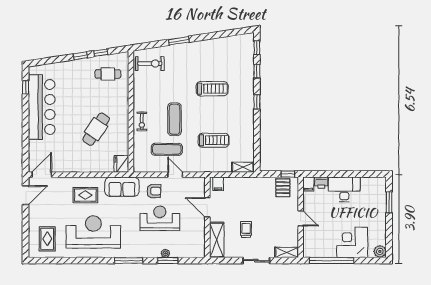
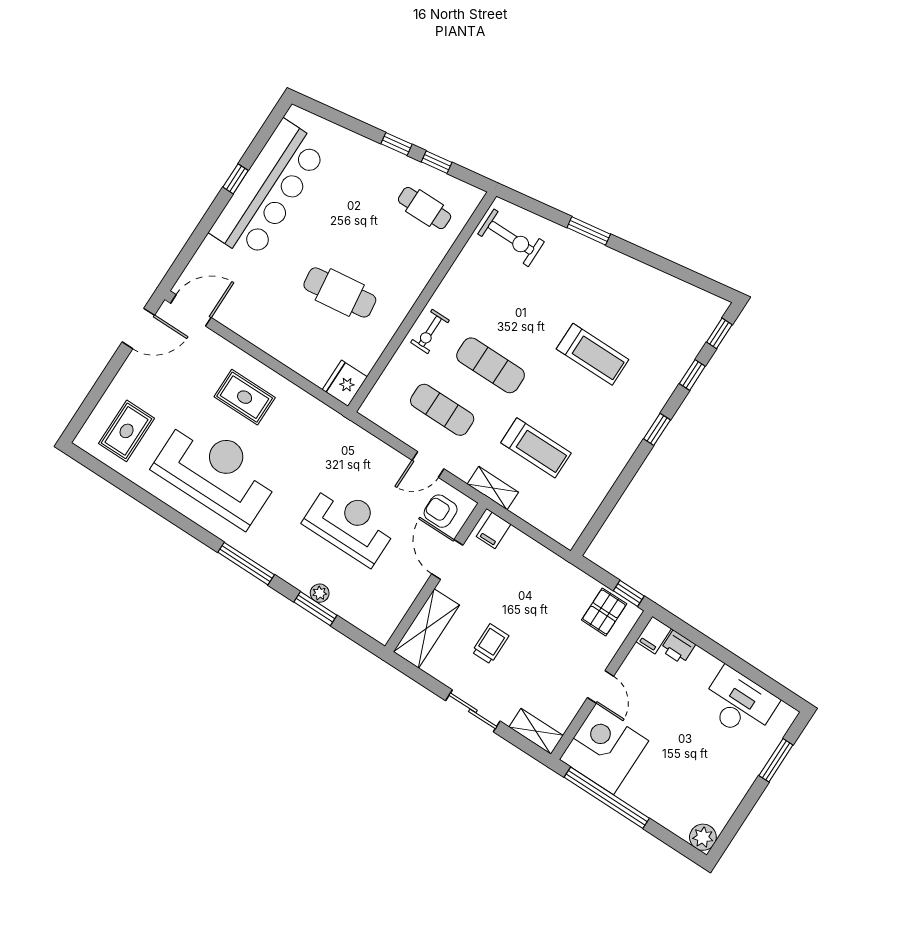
window: (26, 87) -> (236, 179), moved
exercise mat: (174, 119) -> (491, 365), turned 90
cafe table: (96, 129) -> (340, 292), turned 49
shelving: (243, 167) -> (493, 488), moved
door: (175, 175) -> (428, 464), swing flipped
sofa: (122, 187) -> (319, 425), removed
desk: (344, 189) -> (739, 704), moved
armchair: (154, 191) -> (441, 511), moved, turned 180
corner desk: (352, 242) -> (604, 750), moved

